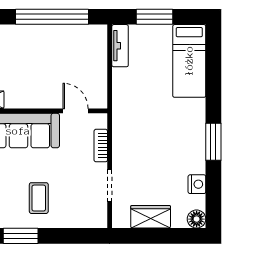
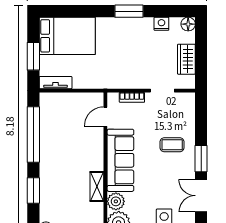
bed: (189, 61) -> (67, 36), width x1.50

